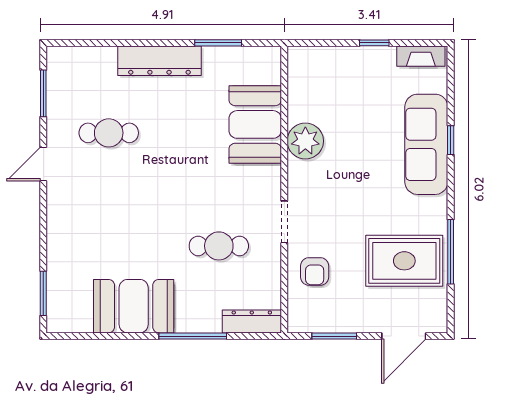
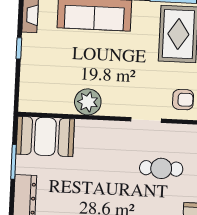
booth: (255, 124) -> (45, 136), moved
cafe table: (219, 246) -> (161, 168), turned 90

